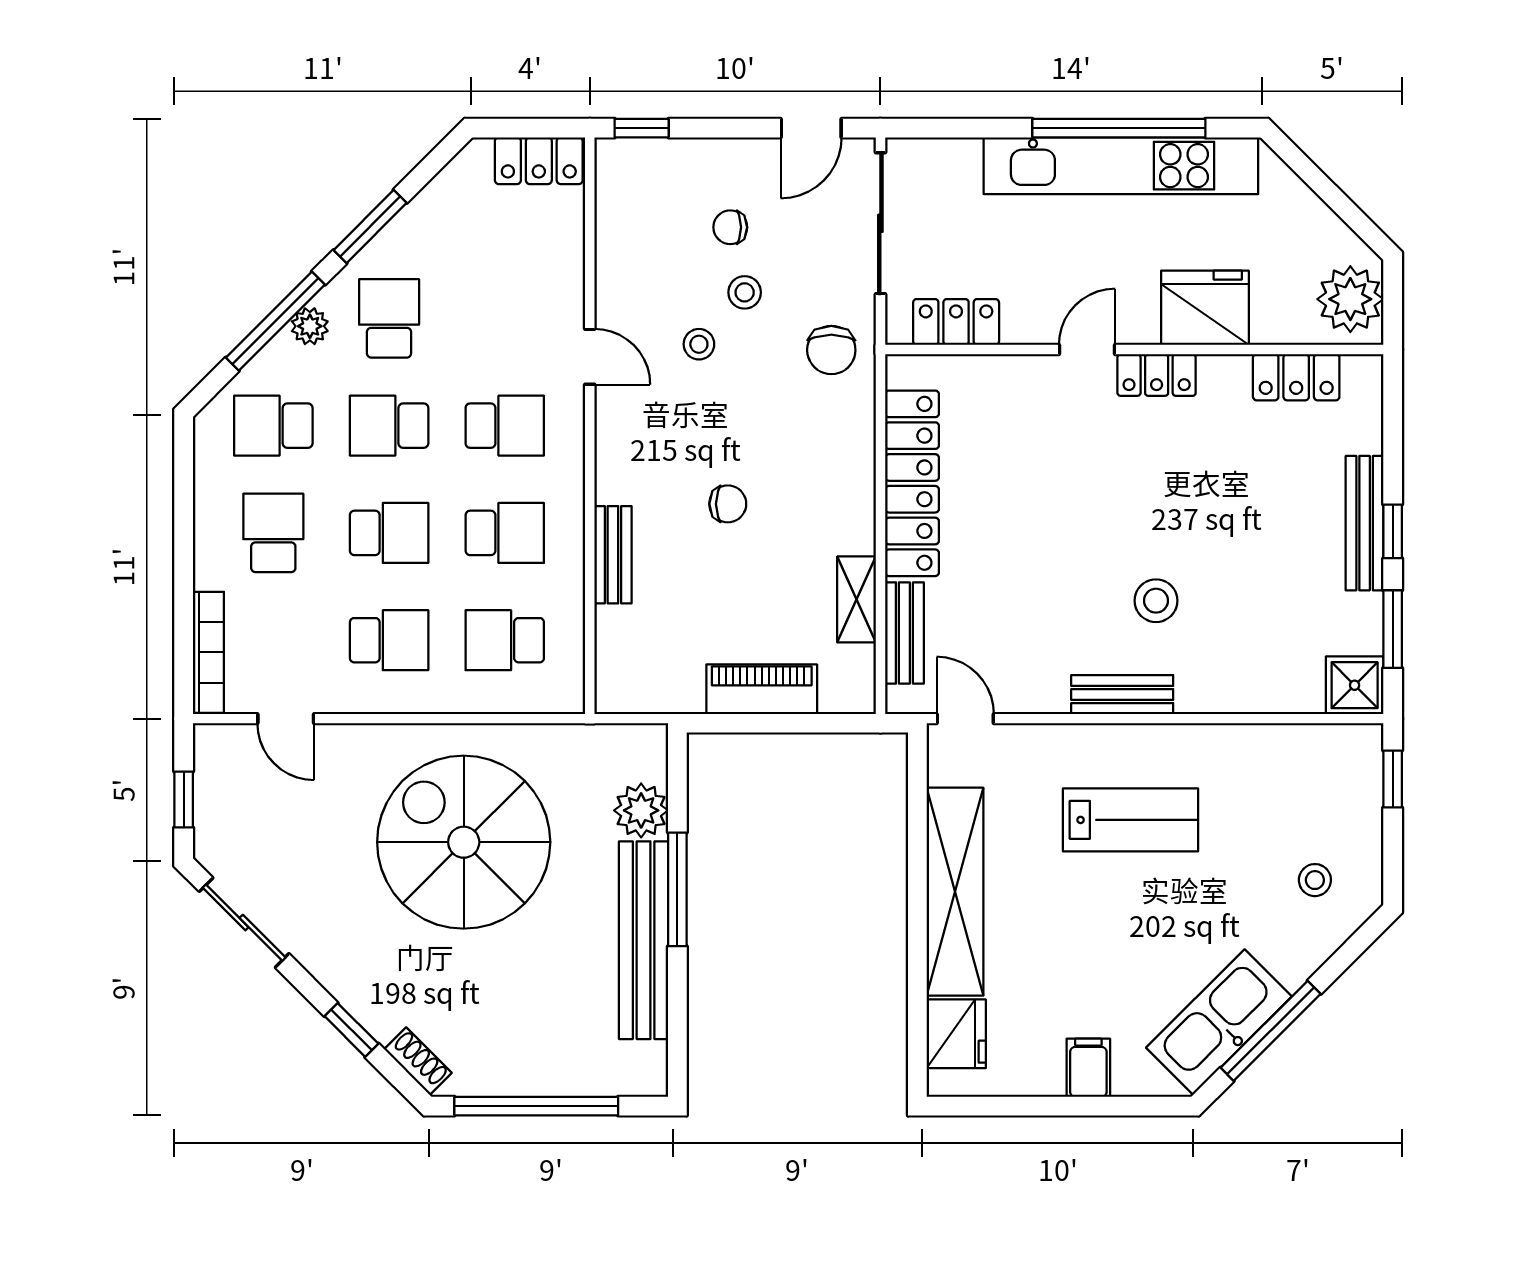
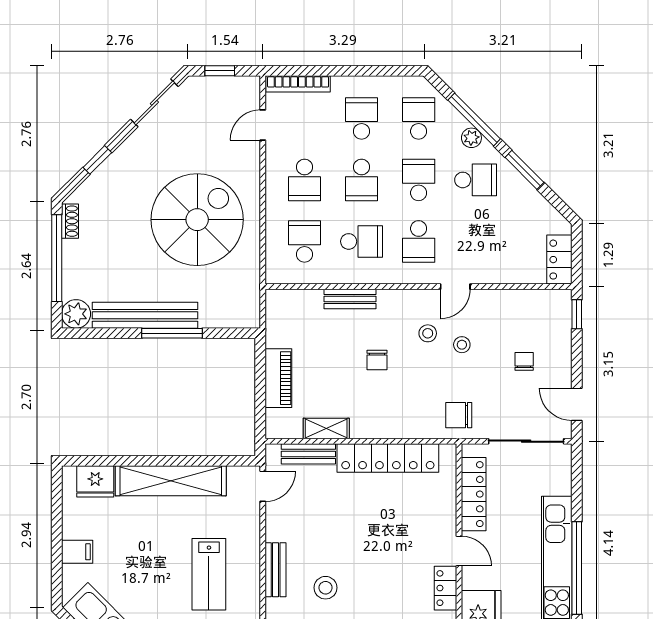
stool: (745, 292) -> (428, 333), moved
locker: (956, 322) -> (474, 494), width x1.53
school desk: (273, 533) -> (362, 118), turned -90
school desk: (505, 533) -> (362, 241), turned -90
plant: (641, 810) -> (76, 314), moved
shoe rack: (418, 1061) -> (70, 221), moved, turned -45

